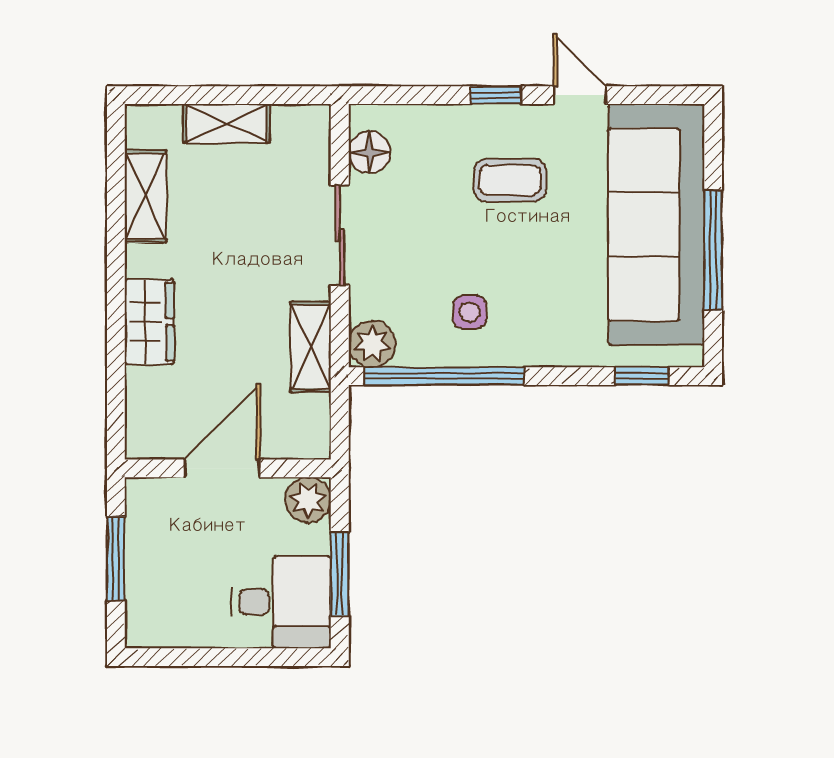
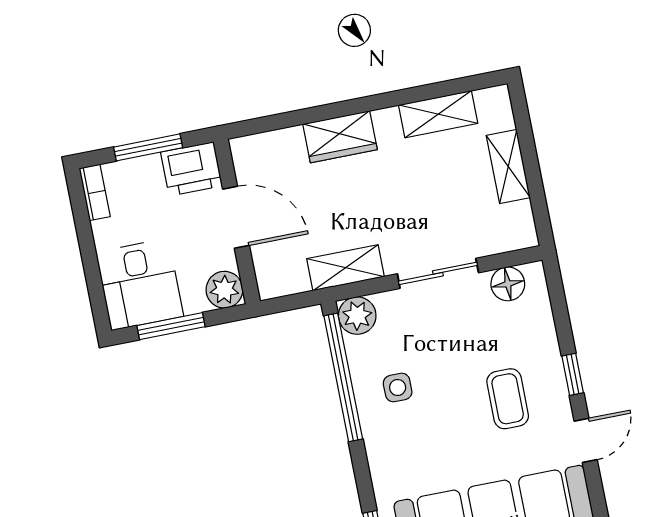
printer: (153, 511) -> (191, 169), added
bookcase: (158, 635) -> (95, 192), added

